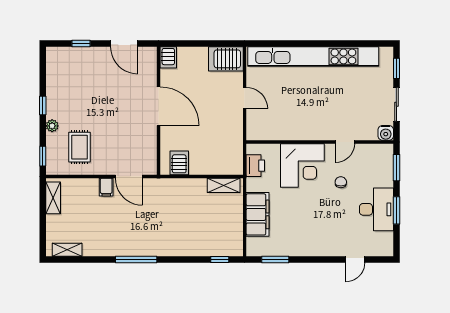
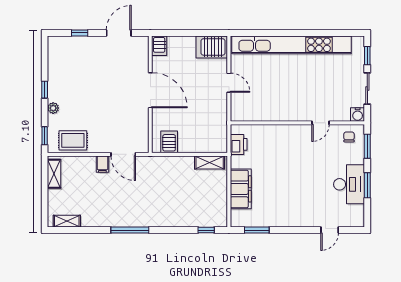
door: (124, 43) -> (119, 33), swing flipped
rug: (80, 147) -> (73, 140), moved, turned 90
corner desk: (302, 165) -> (282, 144), removed
chair: (341, 182) -> (349, 137), moved

